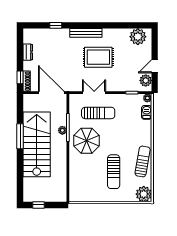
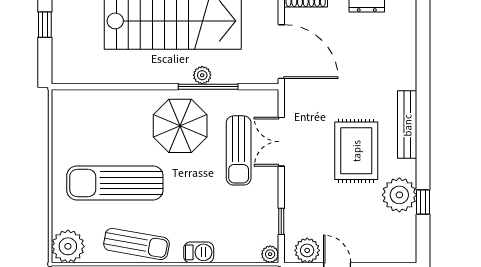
window: (56, 25) -> (423, 202), moved
plant: (138, 37) -> (399, 195), moved
door: (51, 93) -> (281, 52), hinge flipped
double door: (94, 93) -> (281, 142), swing flipped
barbecue: (147, 112) -> (199, 252), moved
sun lounger: (114, 172) -> (115, 183), width x1.36, depth x1.34

